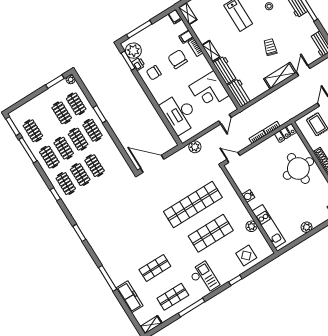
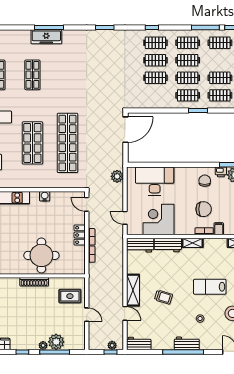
locker: (285, 133) -> (80, 235), moved
door: (233, 157) -> (87, 204), swing flipped
plant: (251, 226) -> (16, 183), removed
freezer: (130, 297) -> (46, 37), moved

